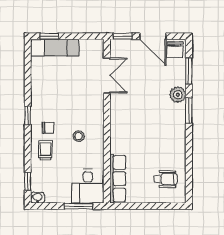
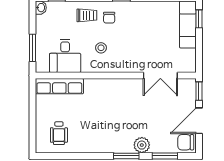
desk: (88, 186) -> (65, 56), moved, turned -90

